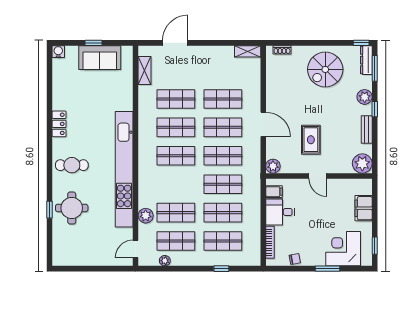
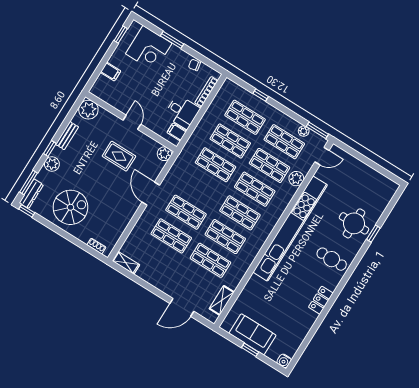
rug: (311, 140) -> (119, 156), turned 90
shop shelf: (223, 156) -> (255, 189), moved
filing cabinet: (364, 208) -> (111, 72), width x0.50
window: (153, 269) -> (317, 130), added

